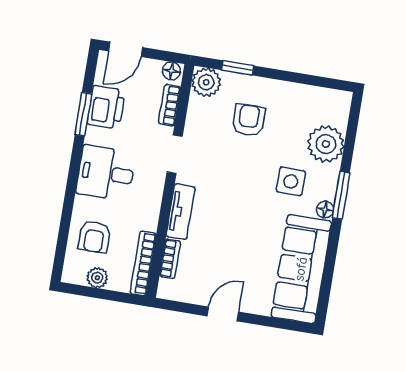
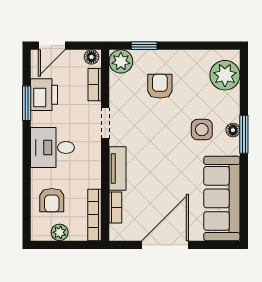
plant: (326, 144) -> (225, 75), moved
floor lamp: (325, 210) -> (233, 130), moved
door: (223, 314) -> (165, 245), width x1.87

